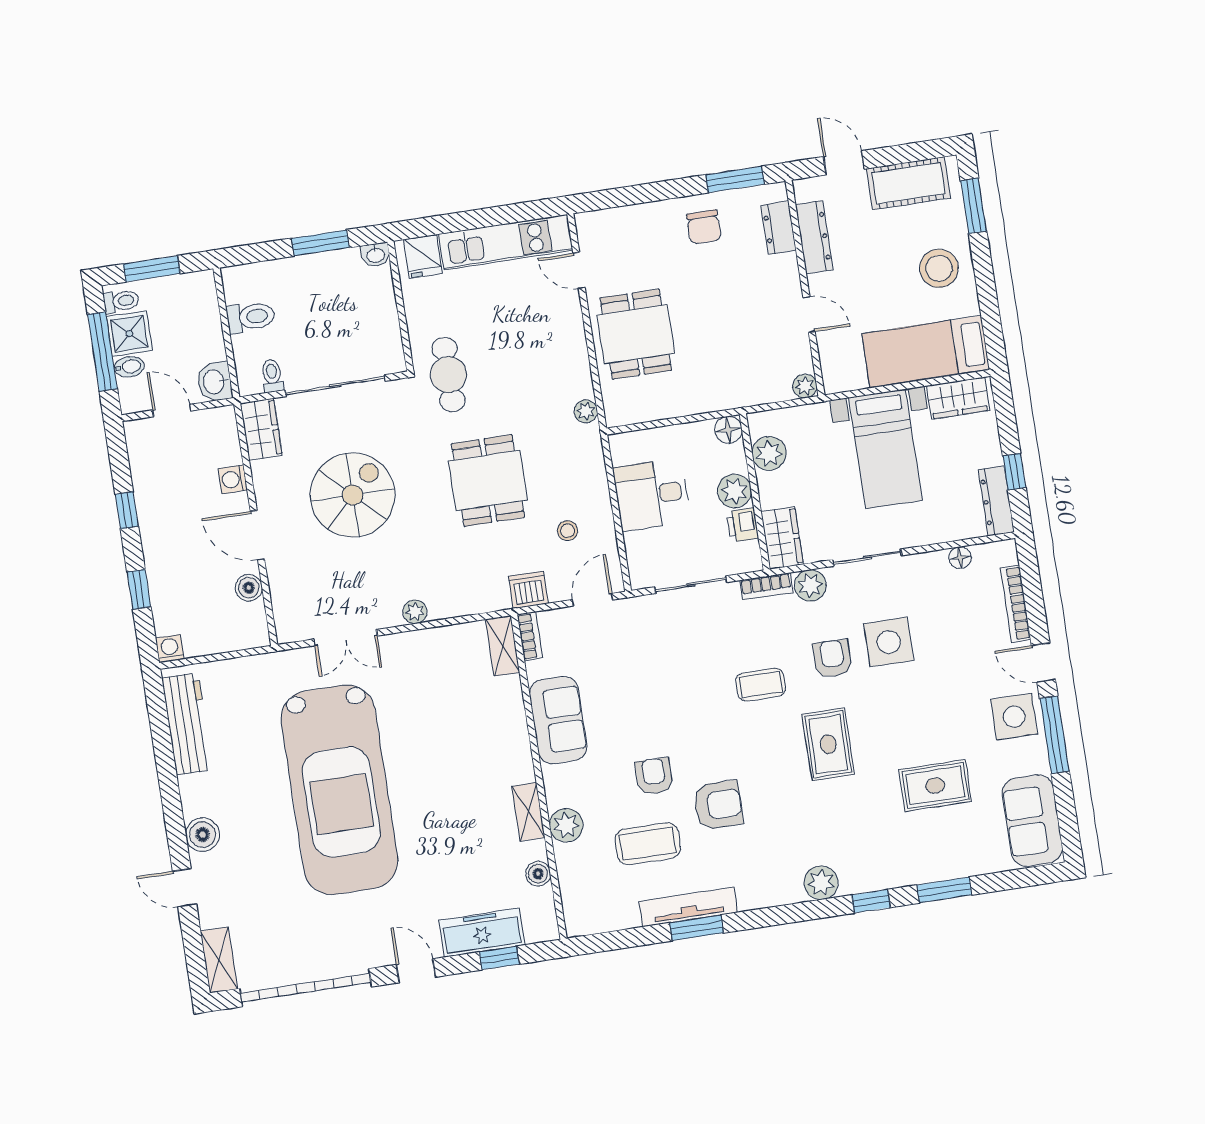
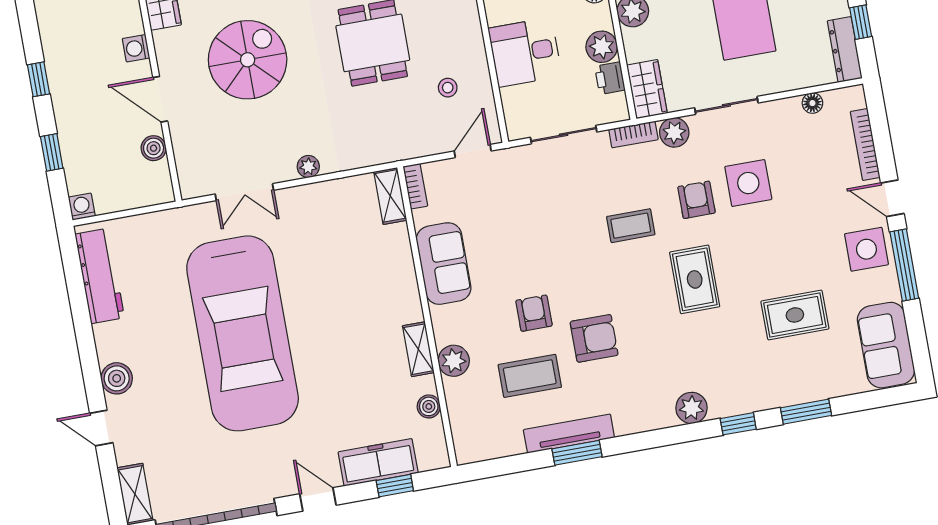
dishwasher: (528, 590) -> (413, 143), removed

